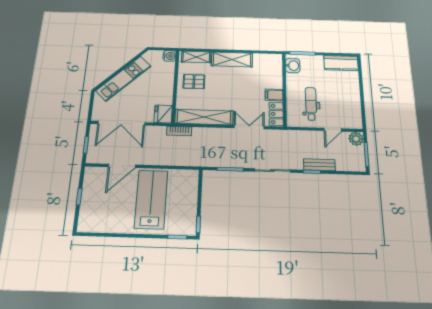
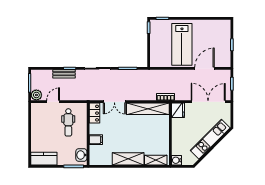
pallet: (194, 82) -> (157, 138), removed
filing cabinet: (274, 95) -> (96, 140), moved

